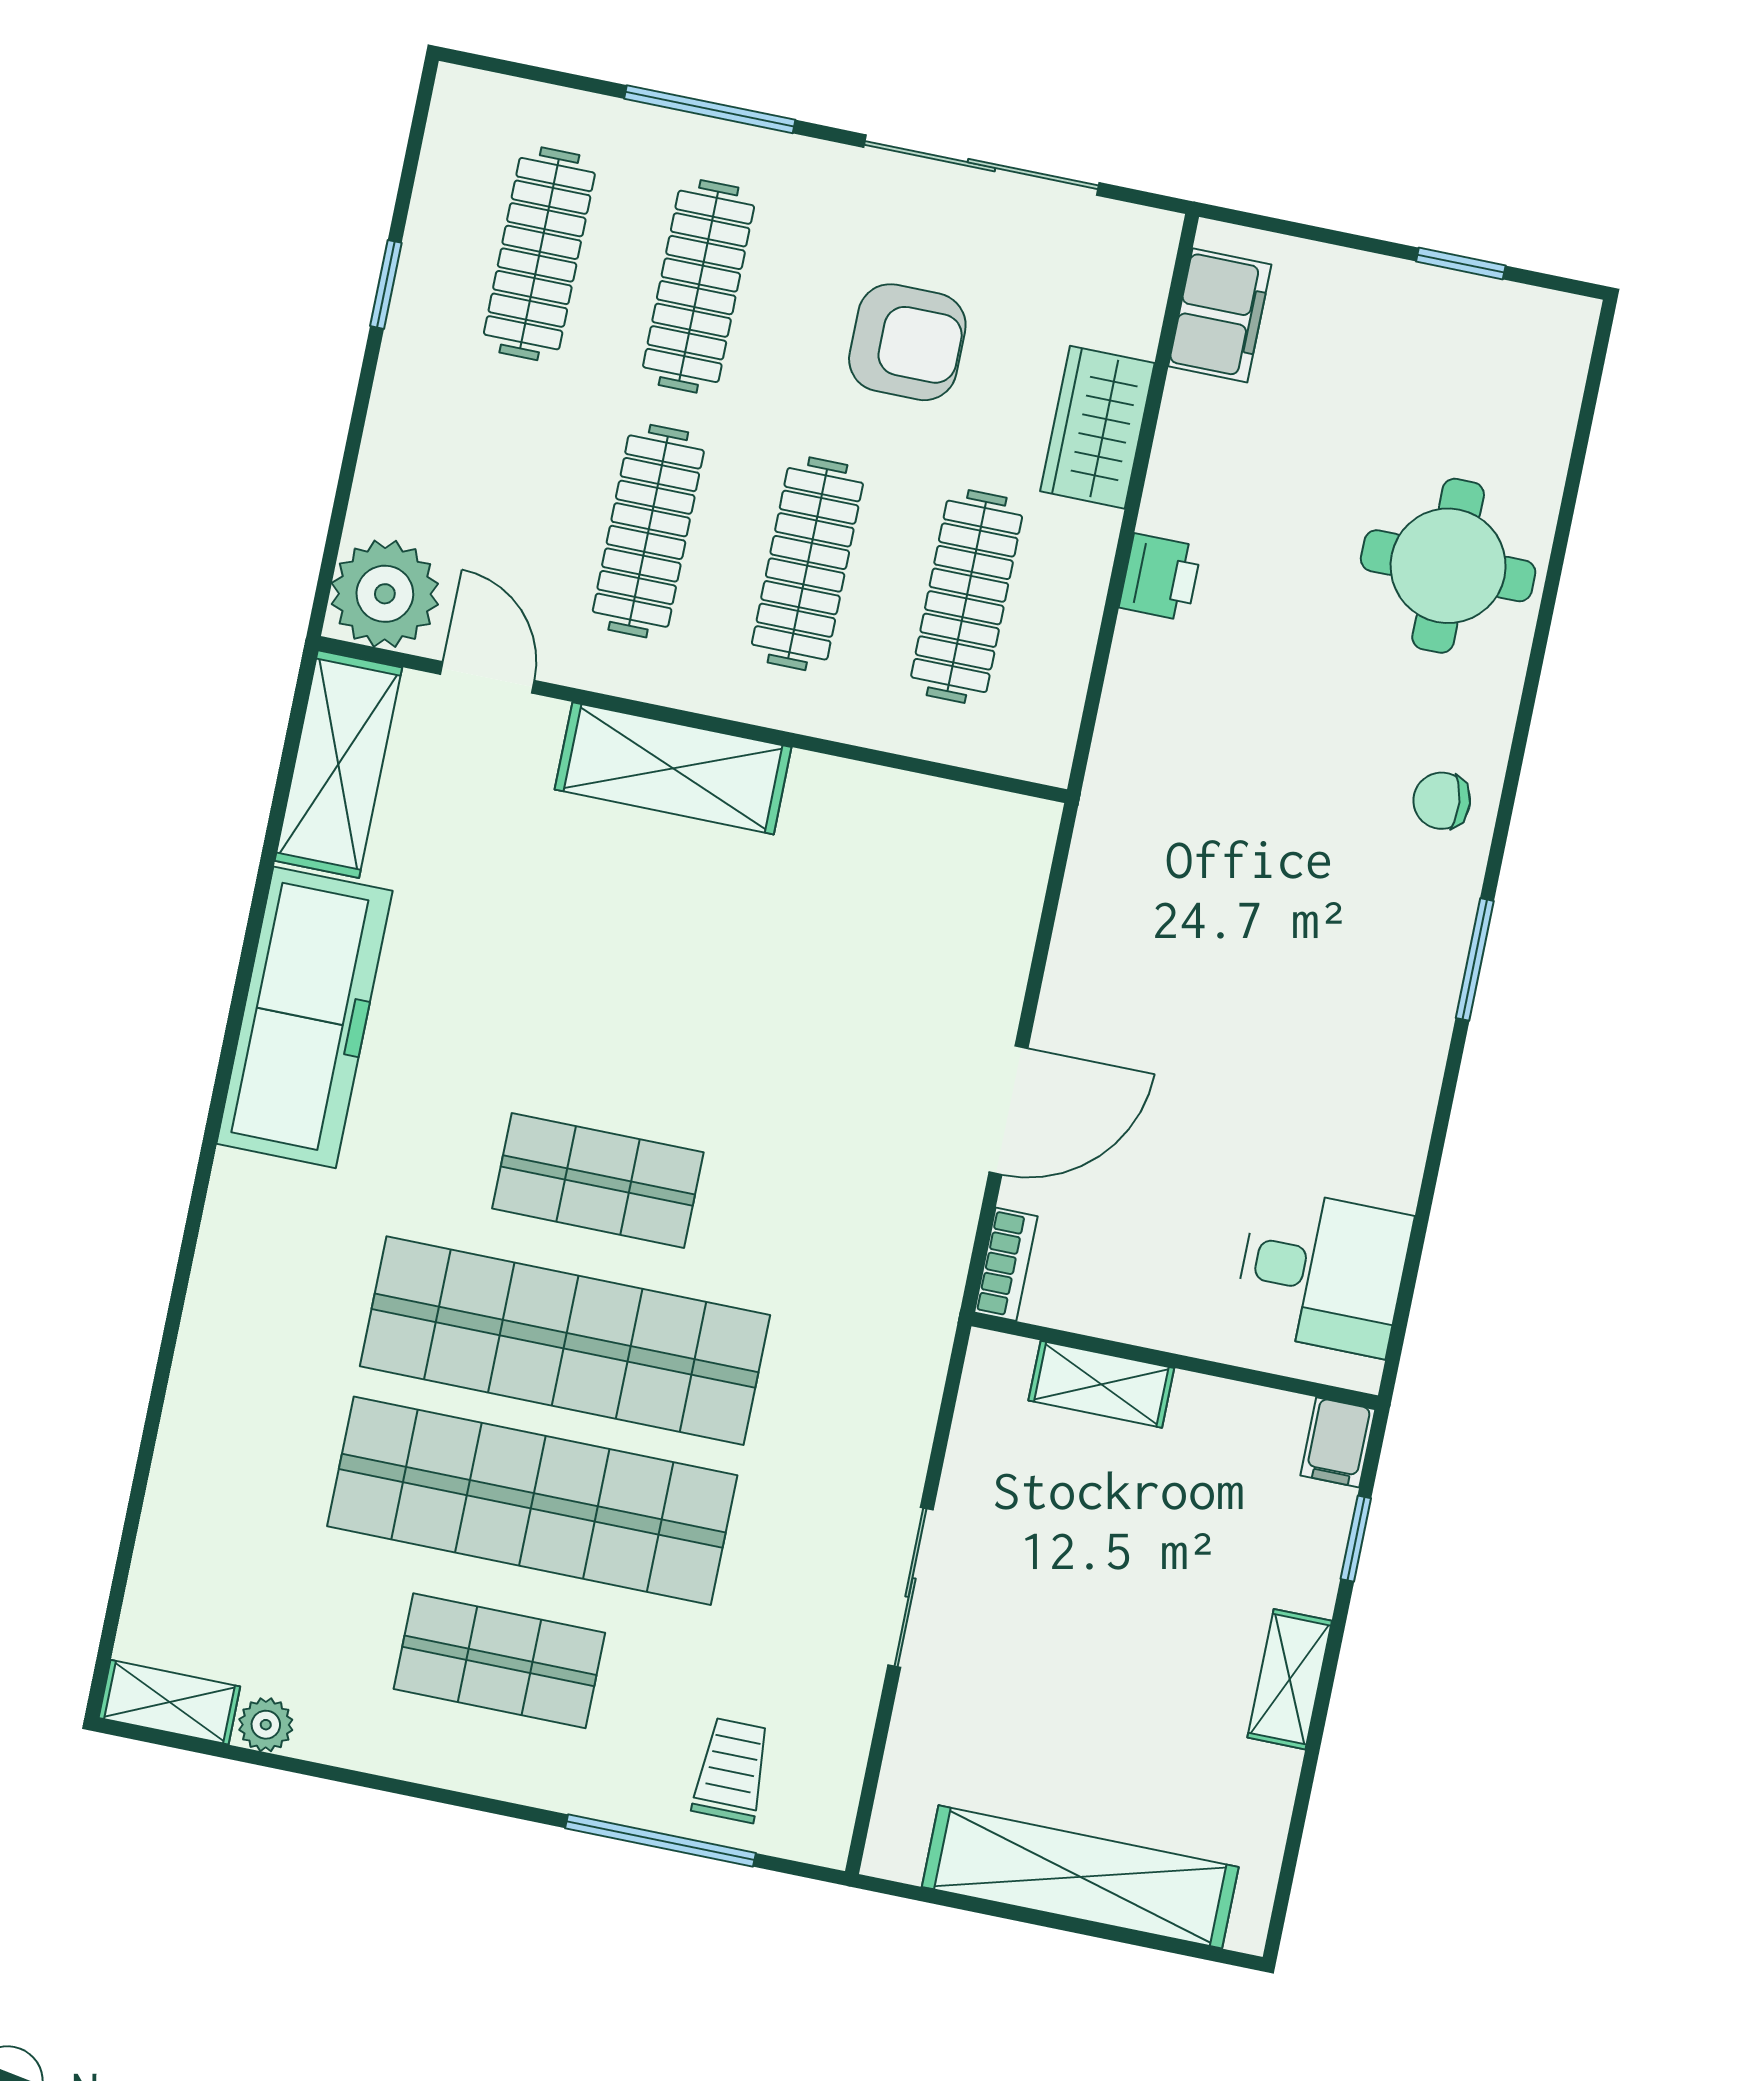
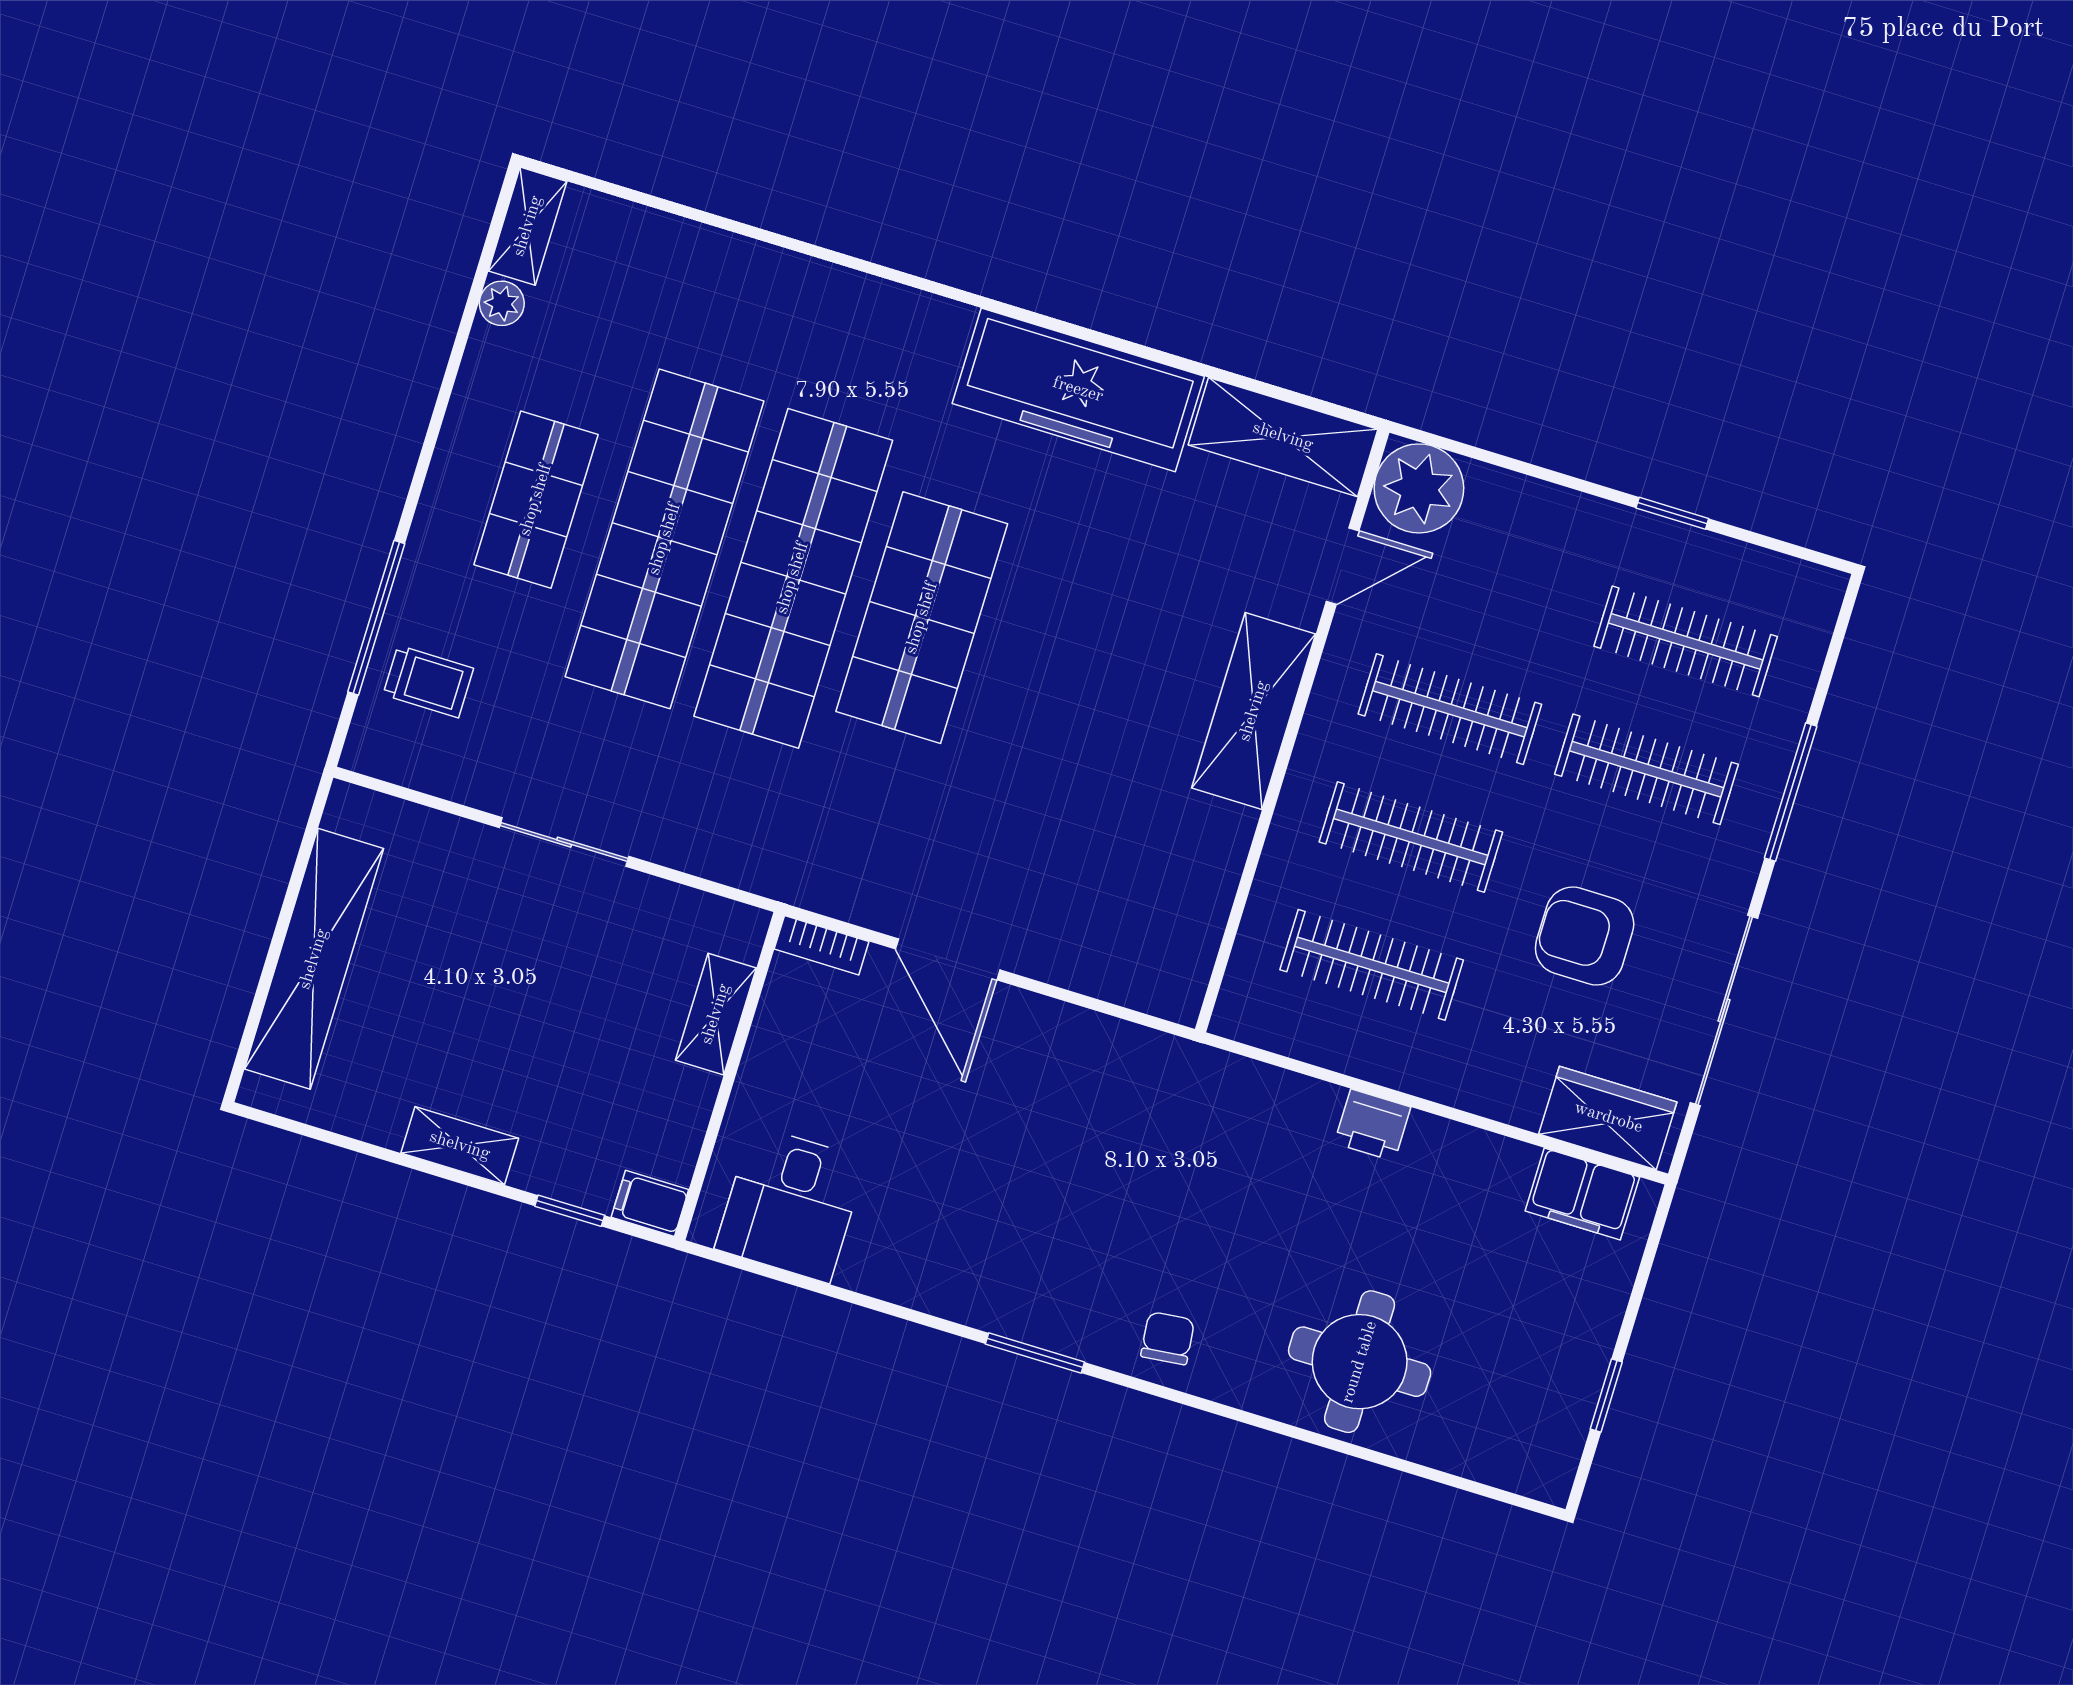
armchair: (907, 342) -> (1585, 936), turned 90
wardrobe: (1097, 427) -> (1608, 1118), moved
shop shelf: (598, 1180) -> (922, 618), width x1.43, depth x1.36

